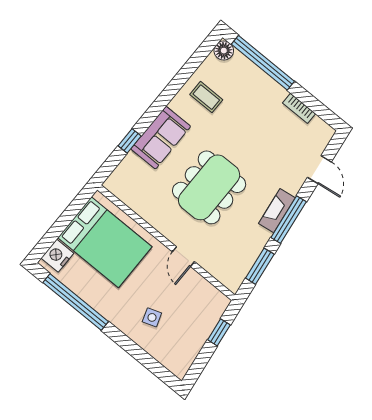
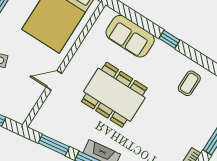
sofa: (161, 138) -> (130, 36), moved
window: (130, 141) -> (169, 39), moved

